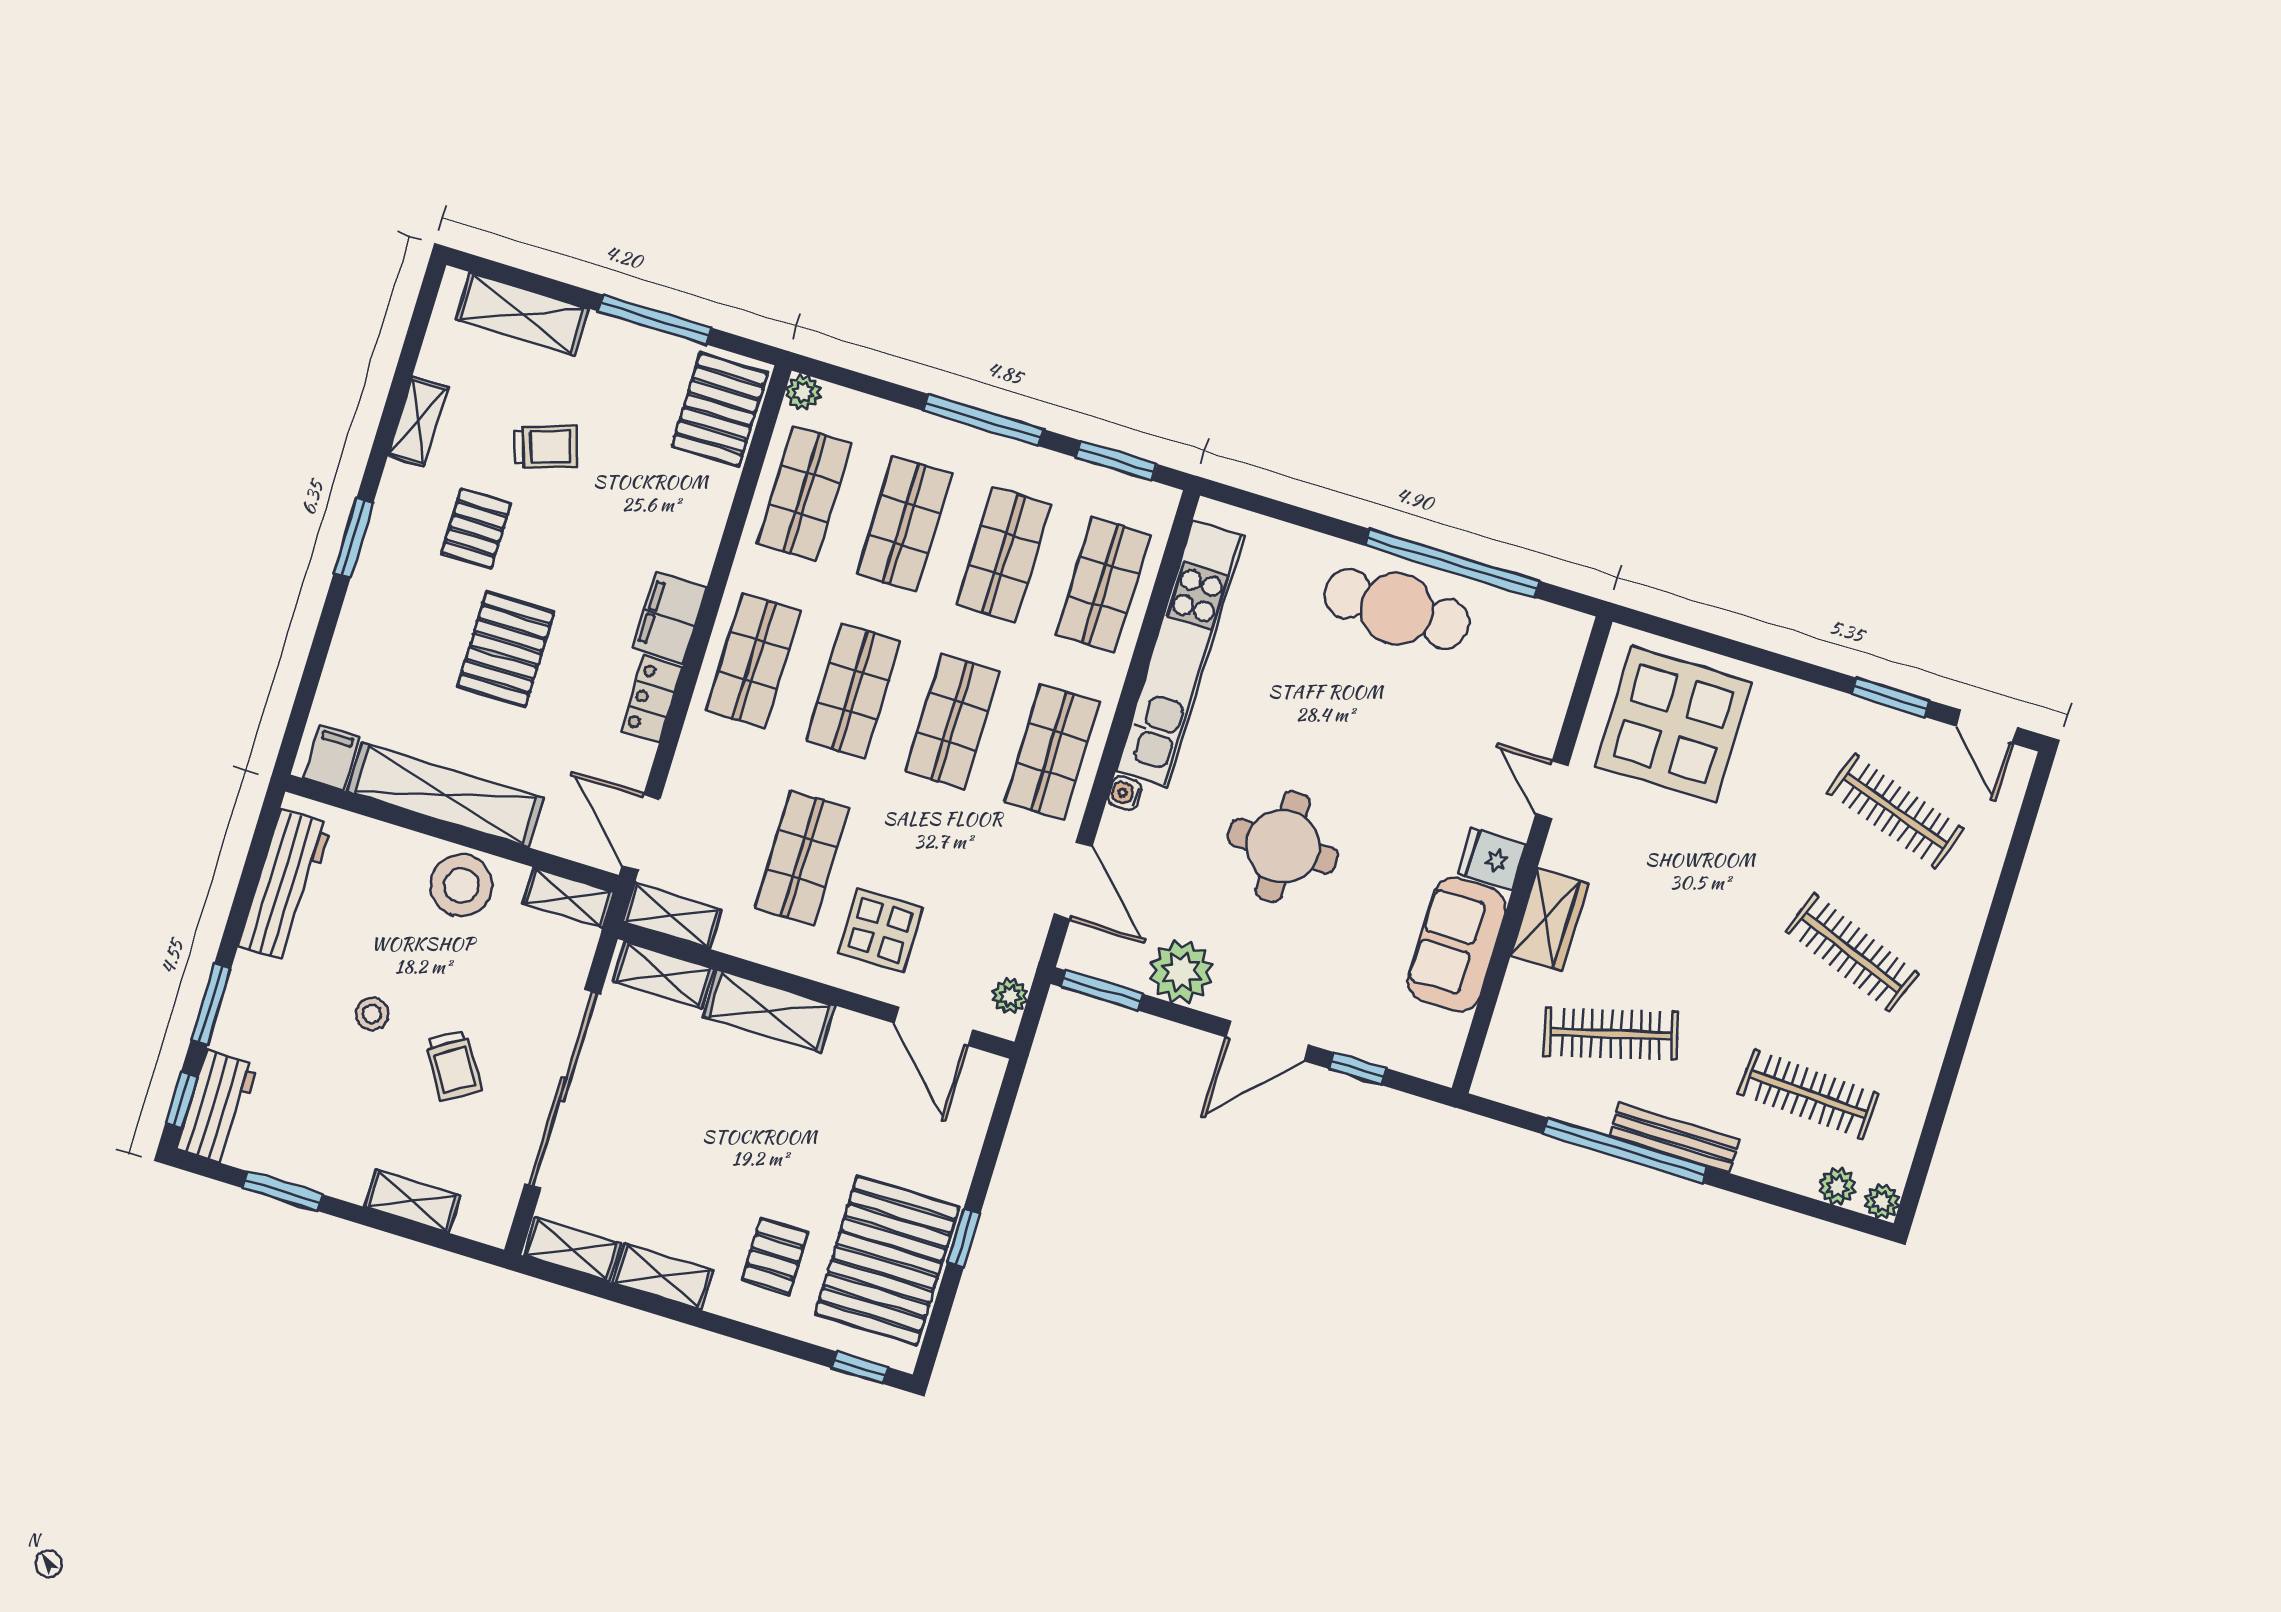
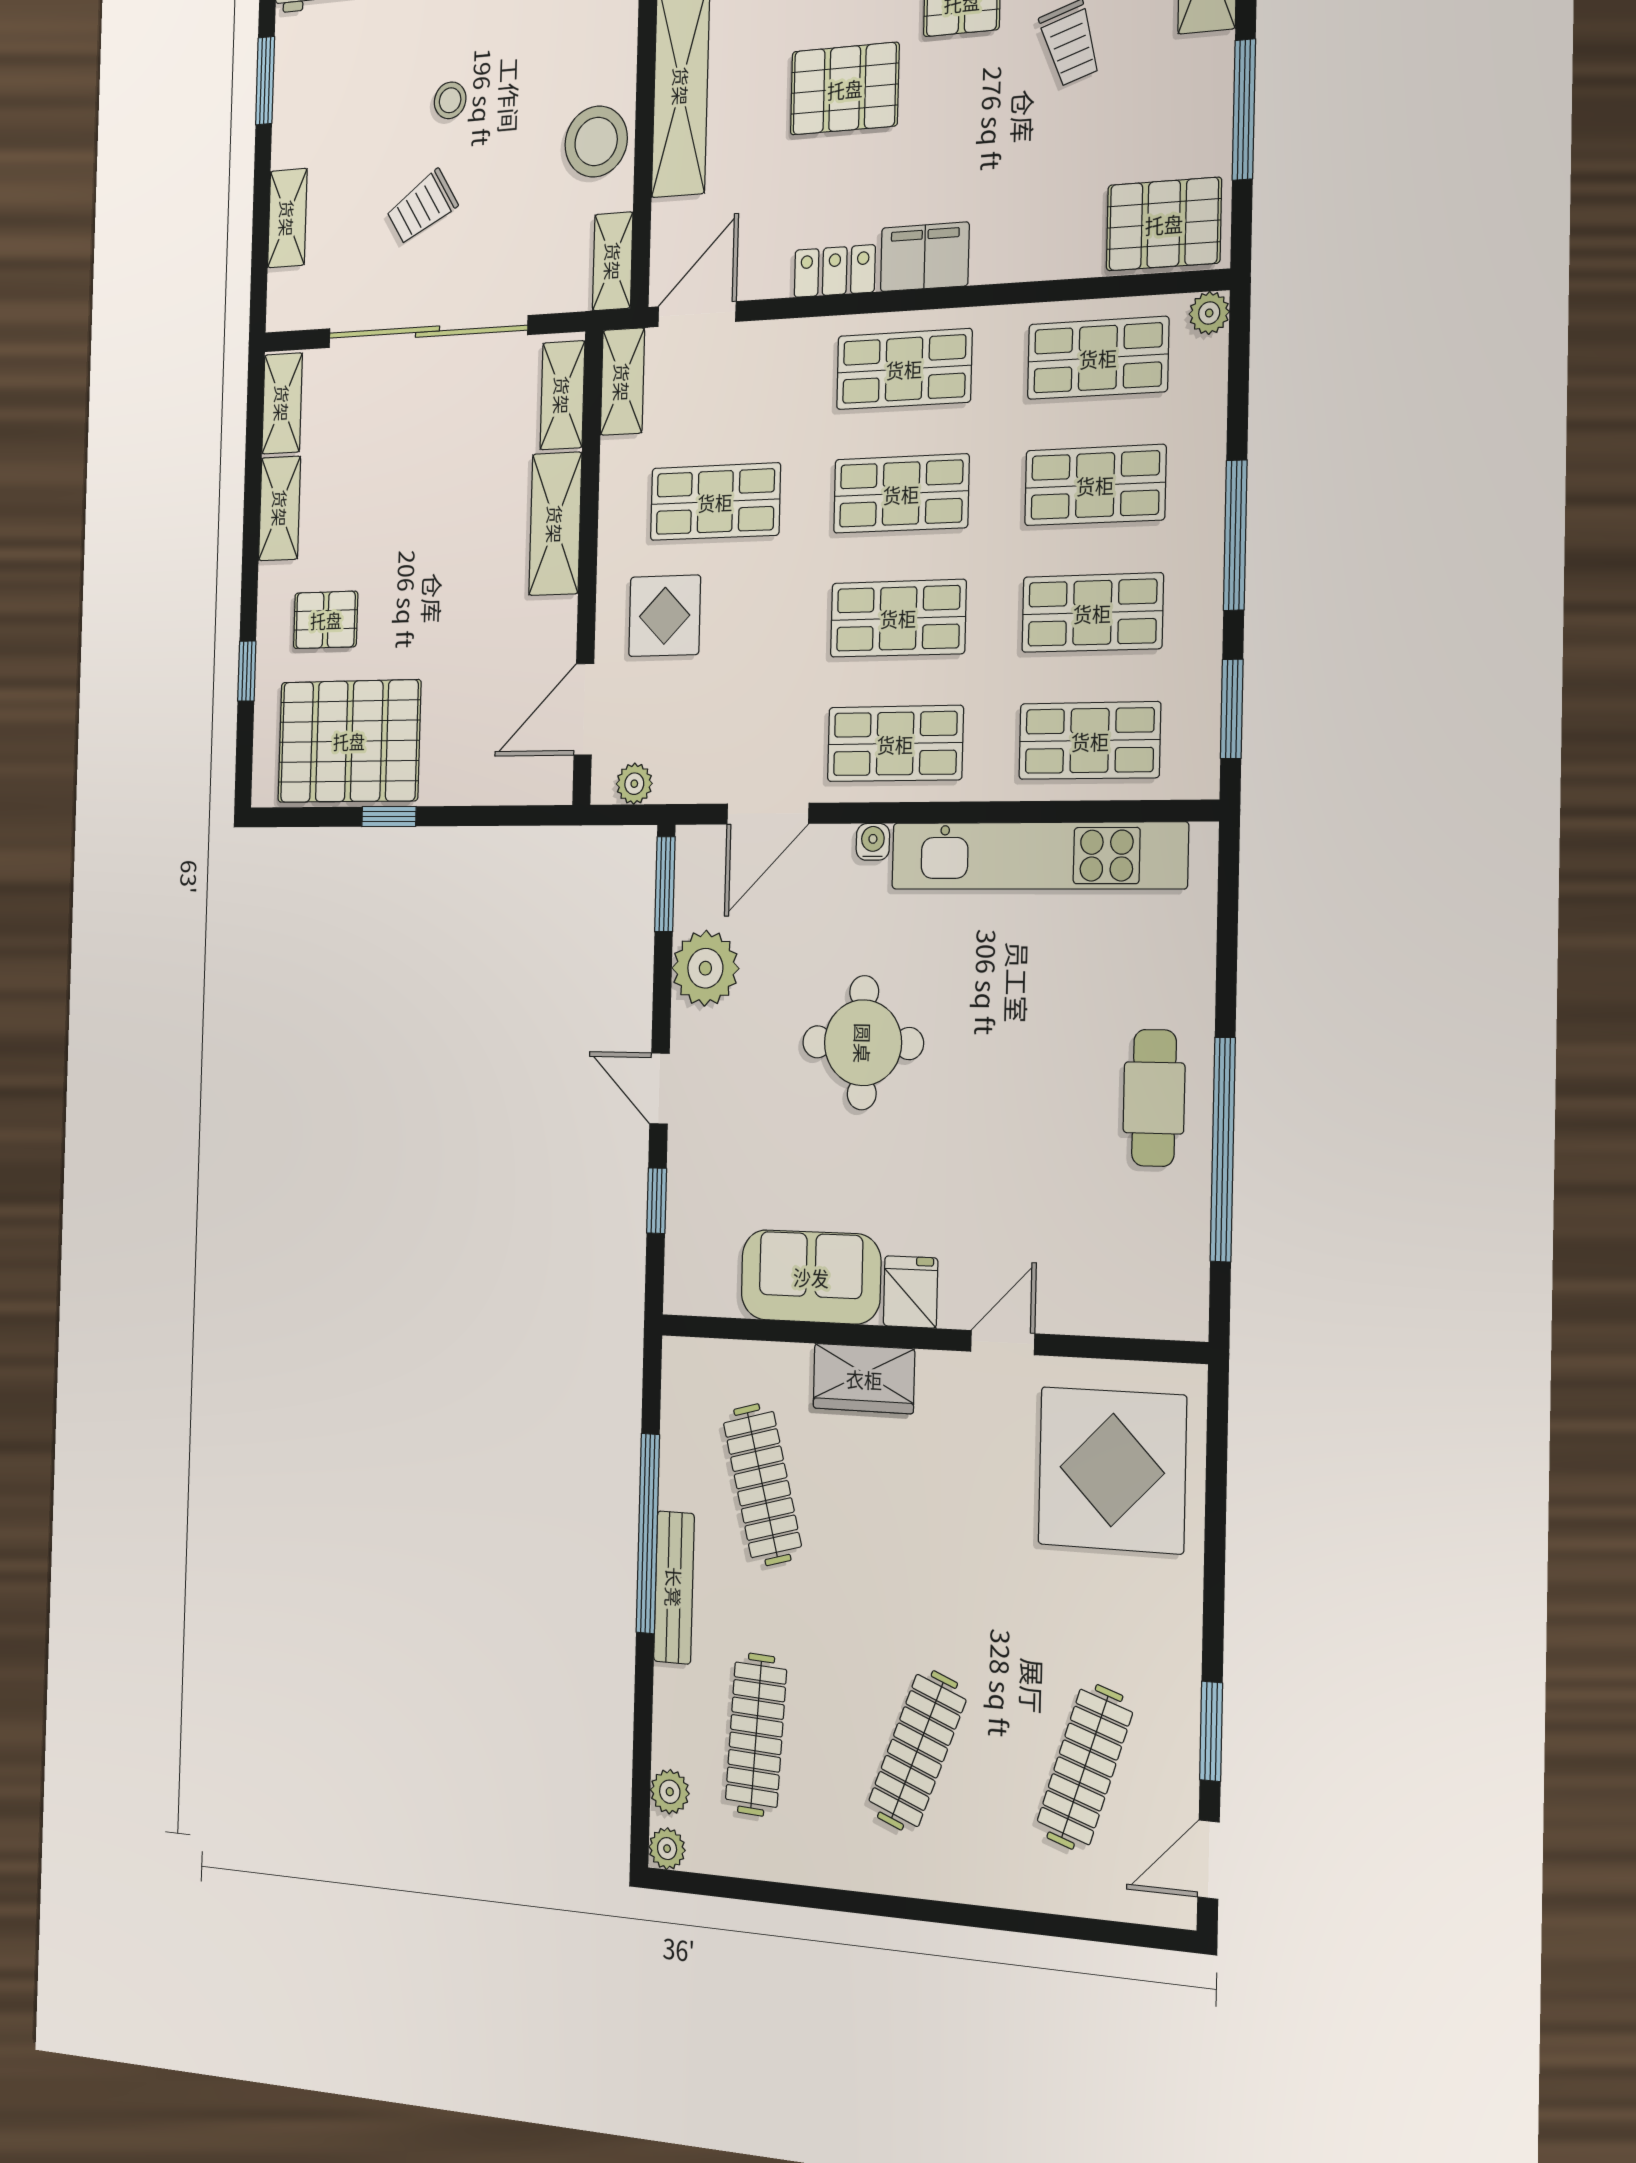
cafe table: (1397, 609) -> (1154, 1098), width x0.73, depth x0.74
door: (1267, 1041) -> (659, 1089), width x0.73
window: (860, 1368) -> (247, 671), moved

